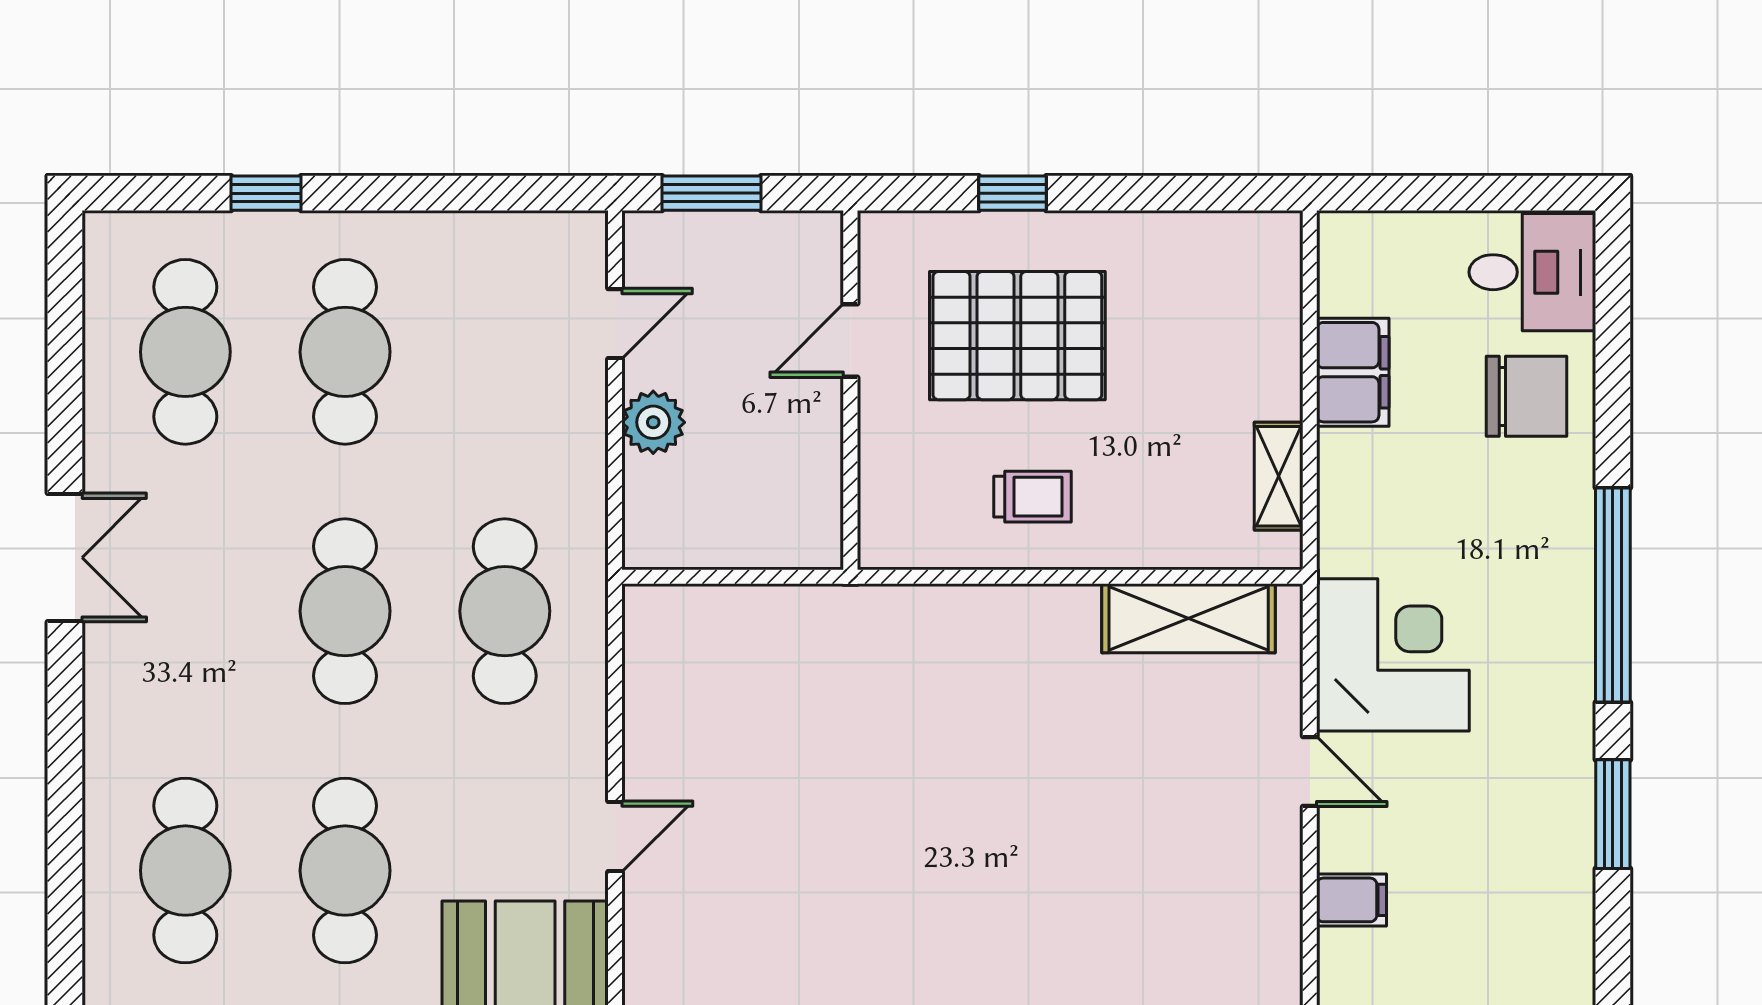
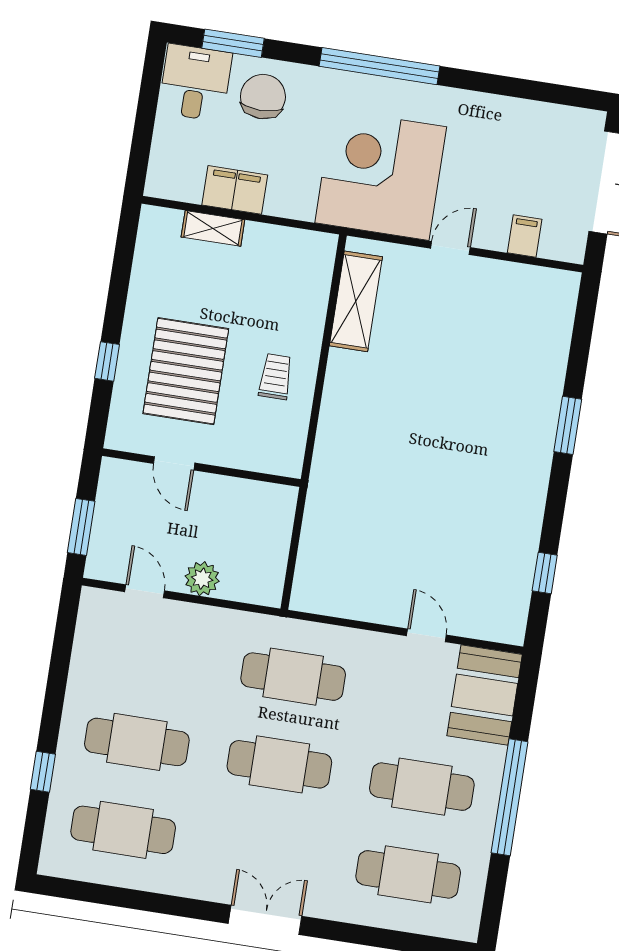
shelving: (1279, 476) -> (213, 228), moved
double door: (65, 558) -> (265, 920), moved
corner desk: (1393, 655) -> (381, 175), width x1.36, depth x1.36
window: (1613, 814) -> (233, 43), moved

